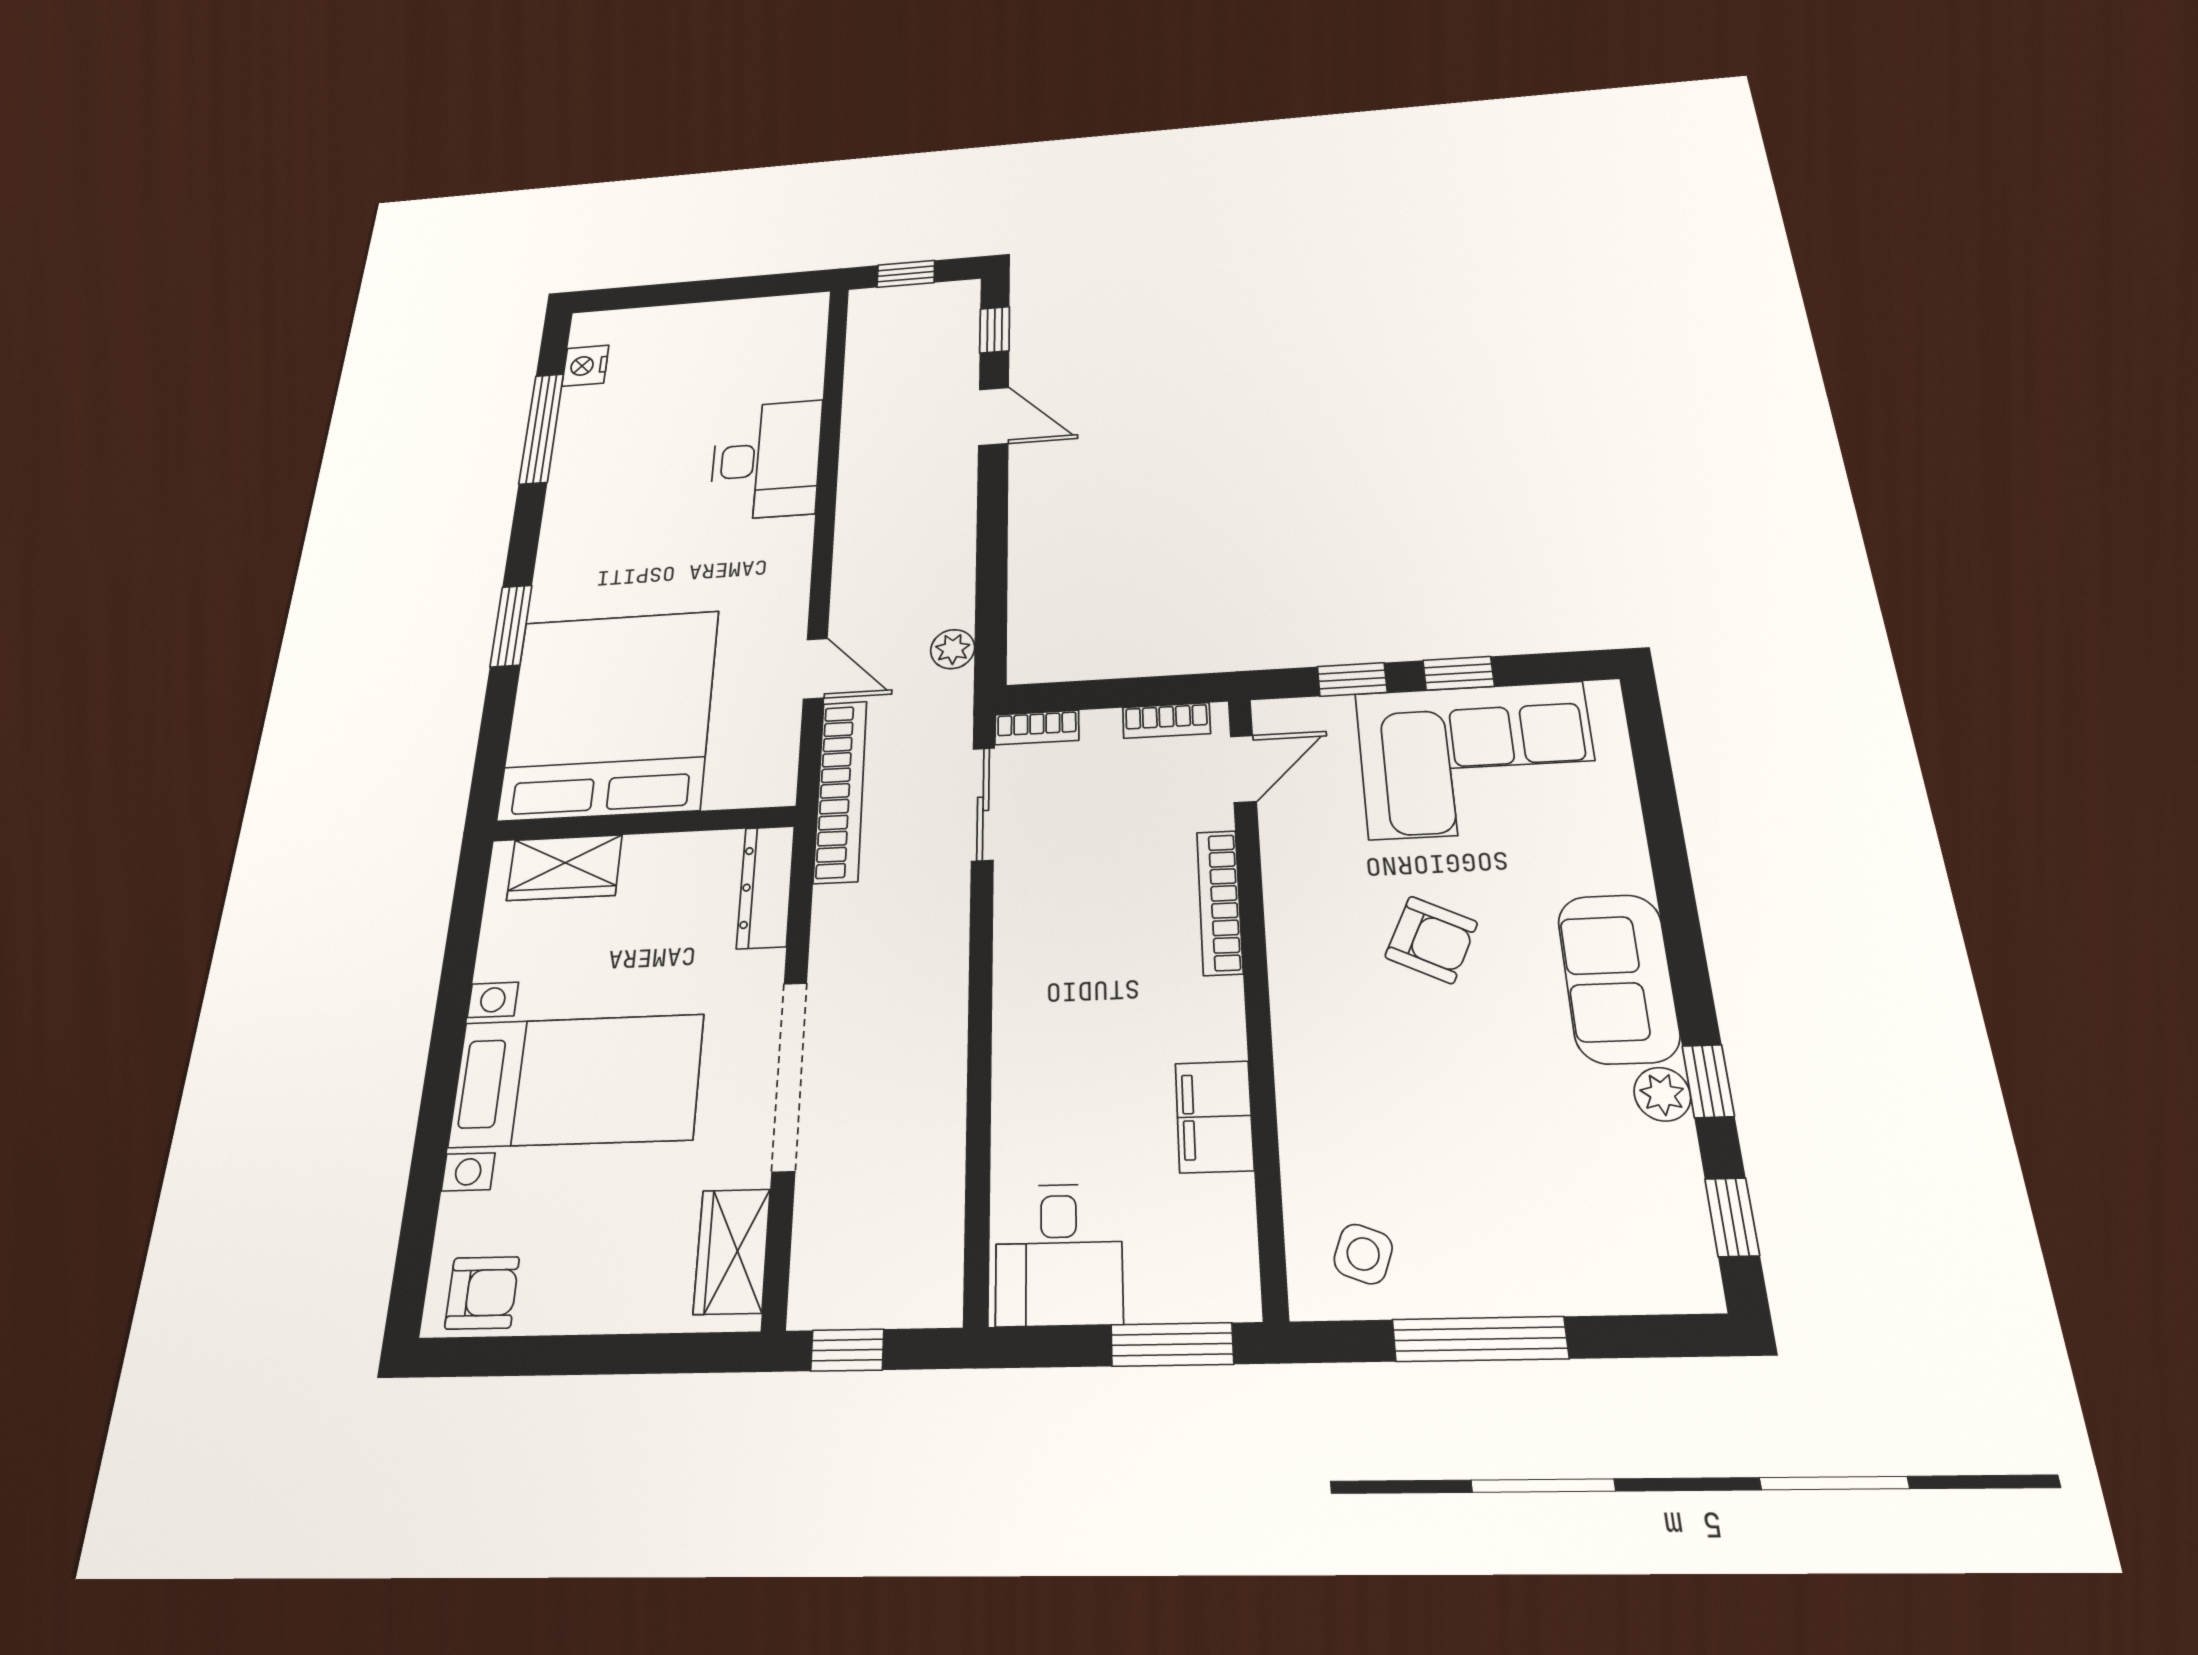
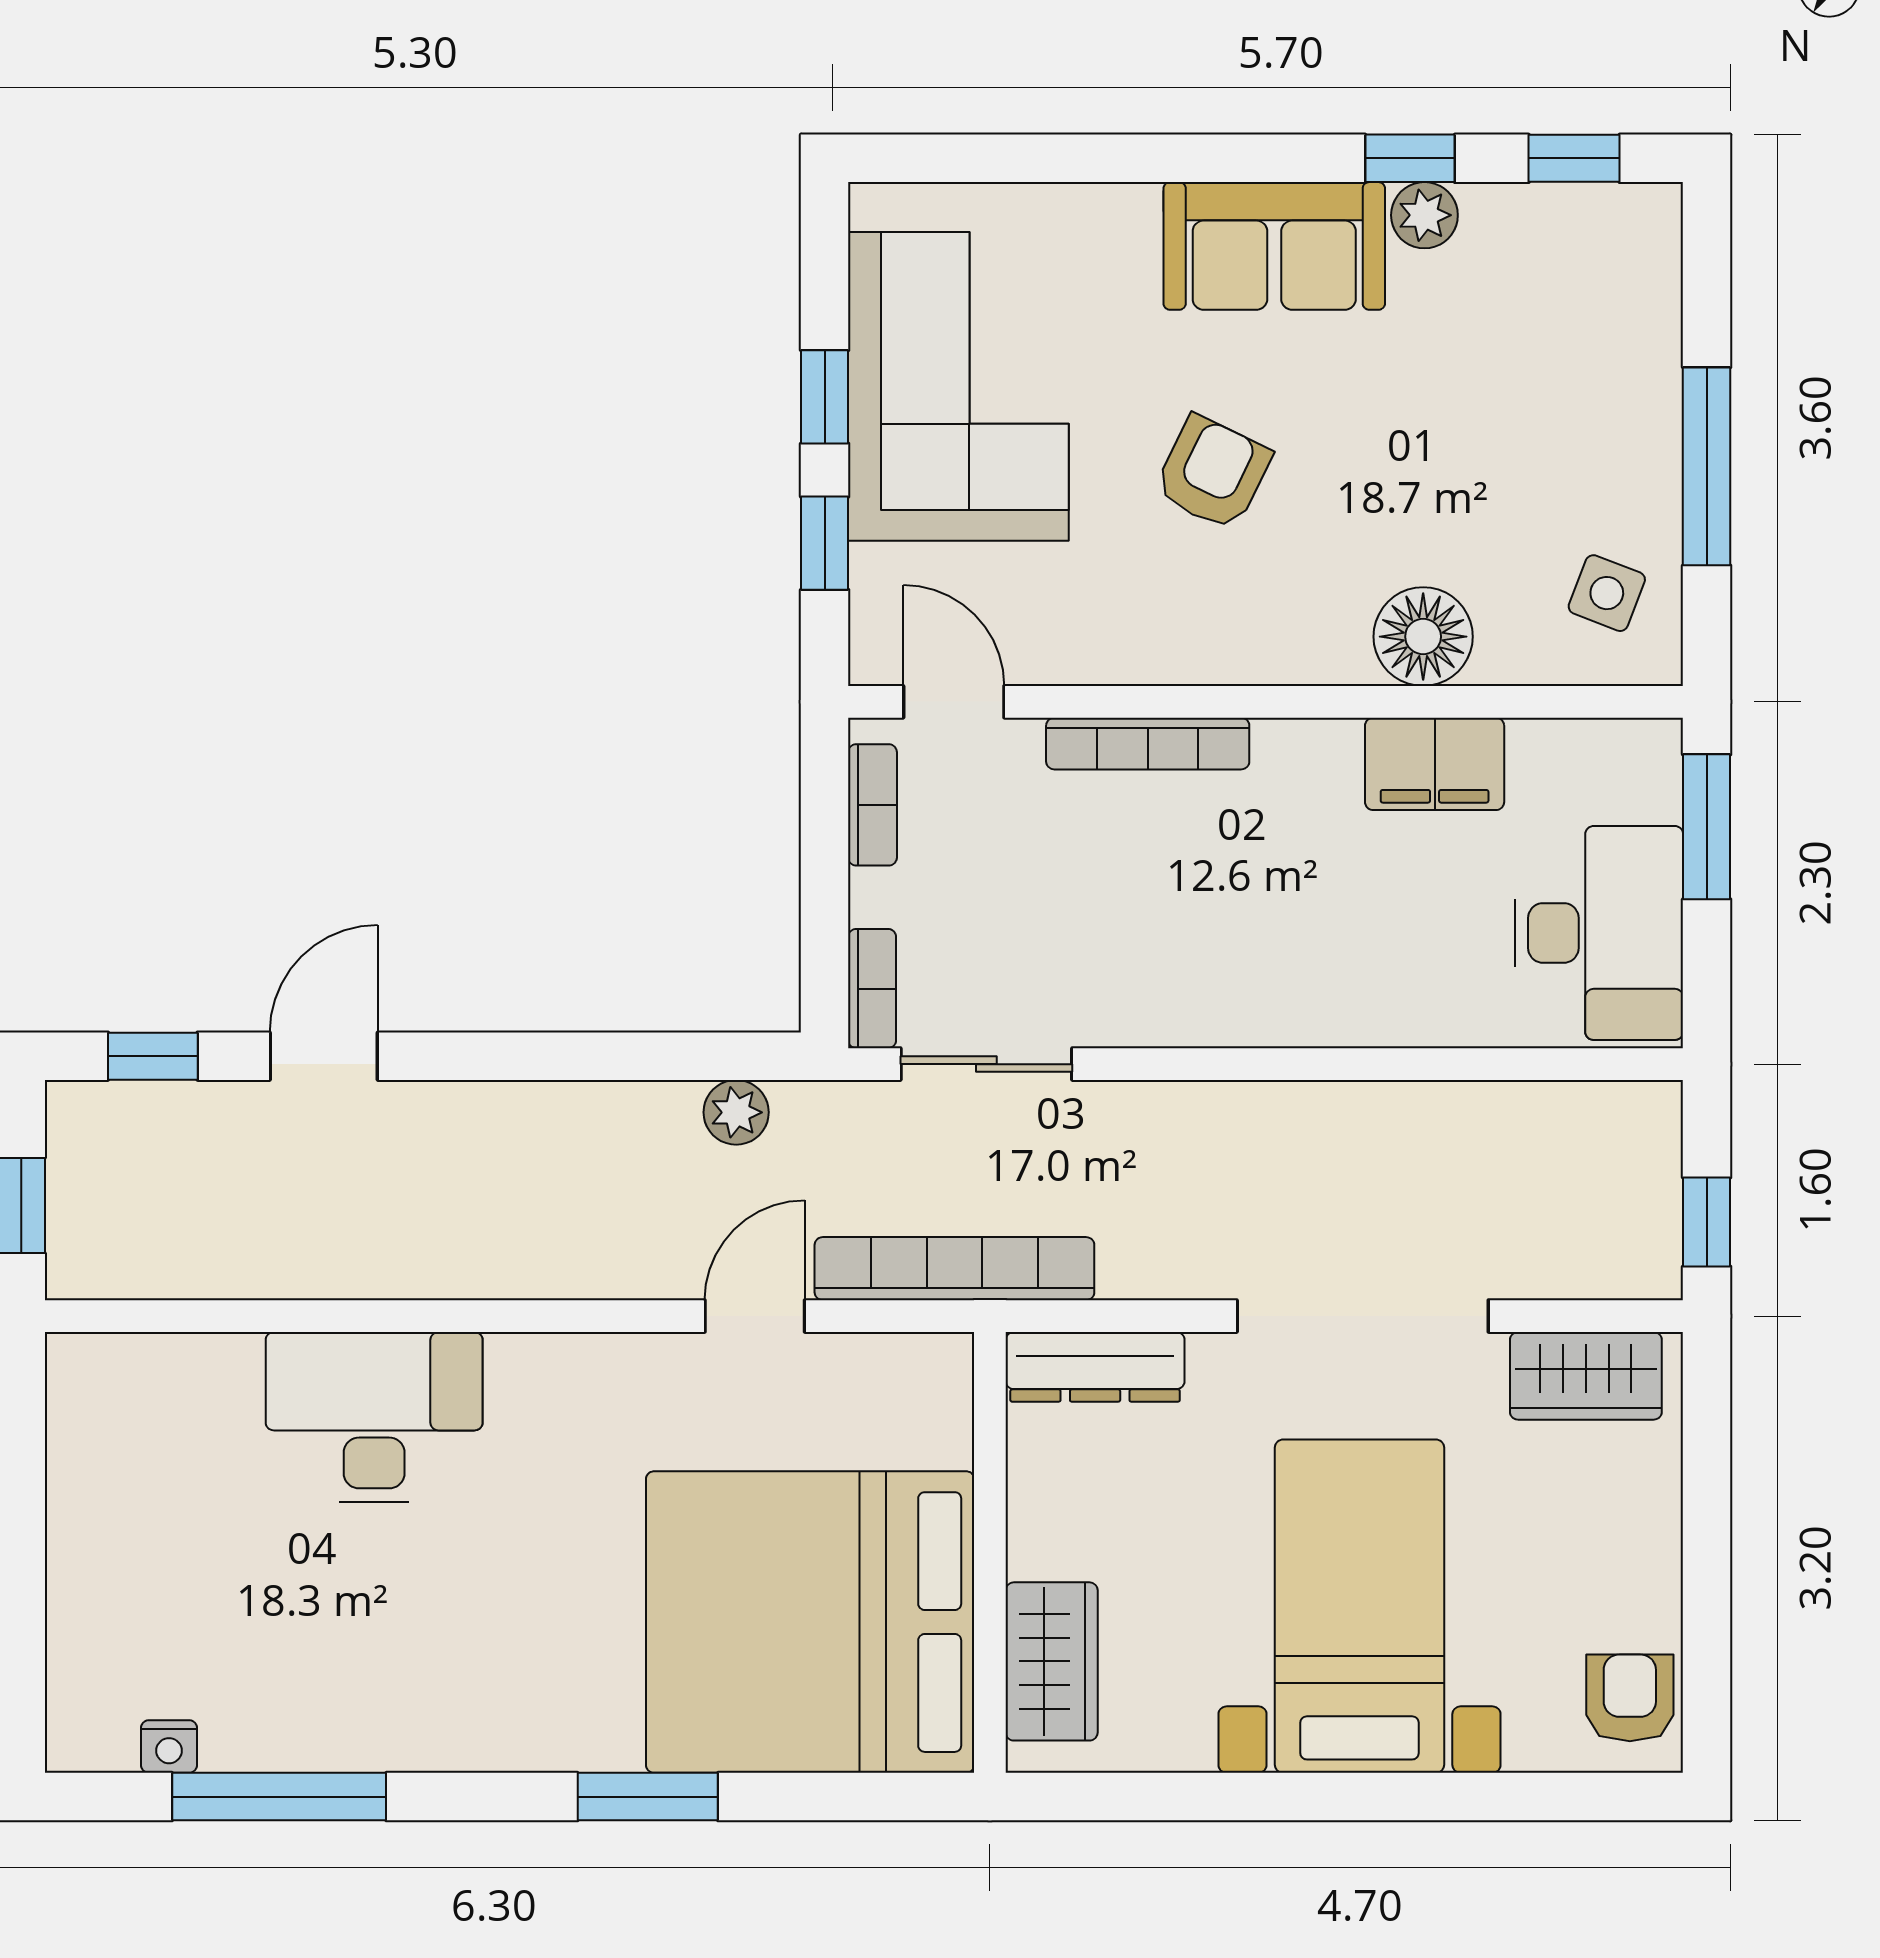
nightstand: (585, 366) -> (169, 1746), width x0.72, depth x0.74
floor lamp: (1316, 1104) -> (1423, 637), added
desk: (1059, 1254) -> (1599, 933), width x1.37

